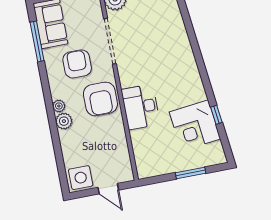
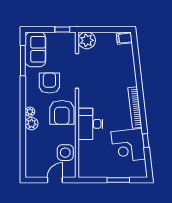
bookcase: (194, 74) -> (135, 107), added
side table: (81, 178) -> (65, 153), moved
door: (108, 189) -> (55, 180), swing flipped

